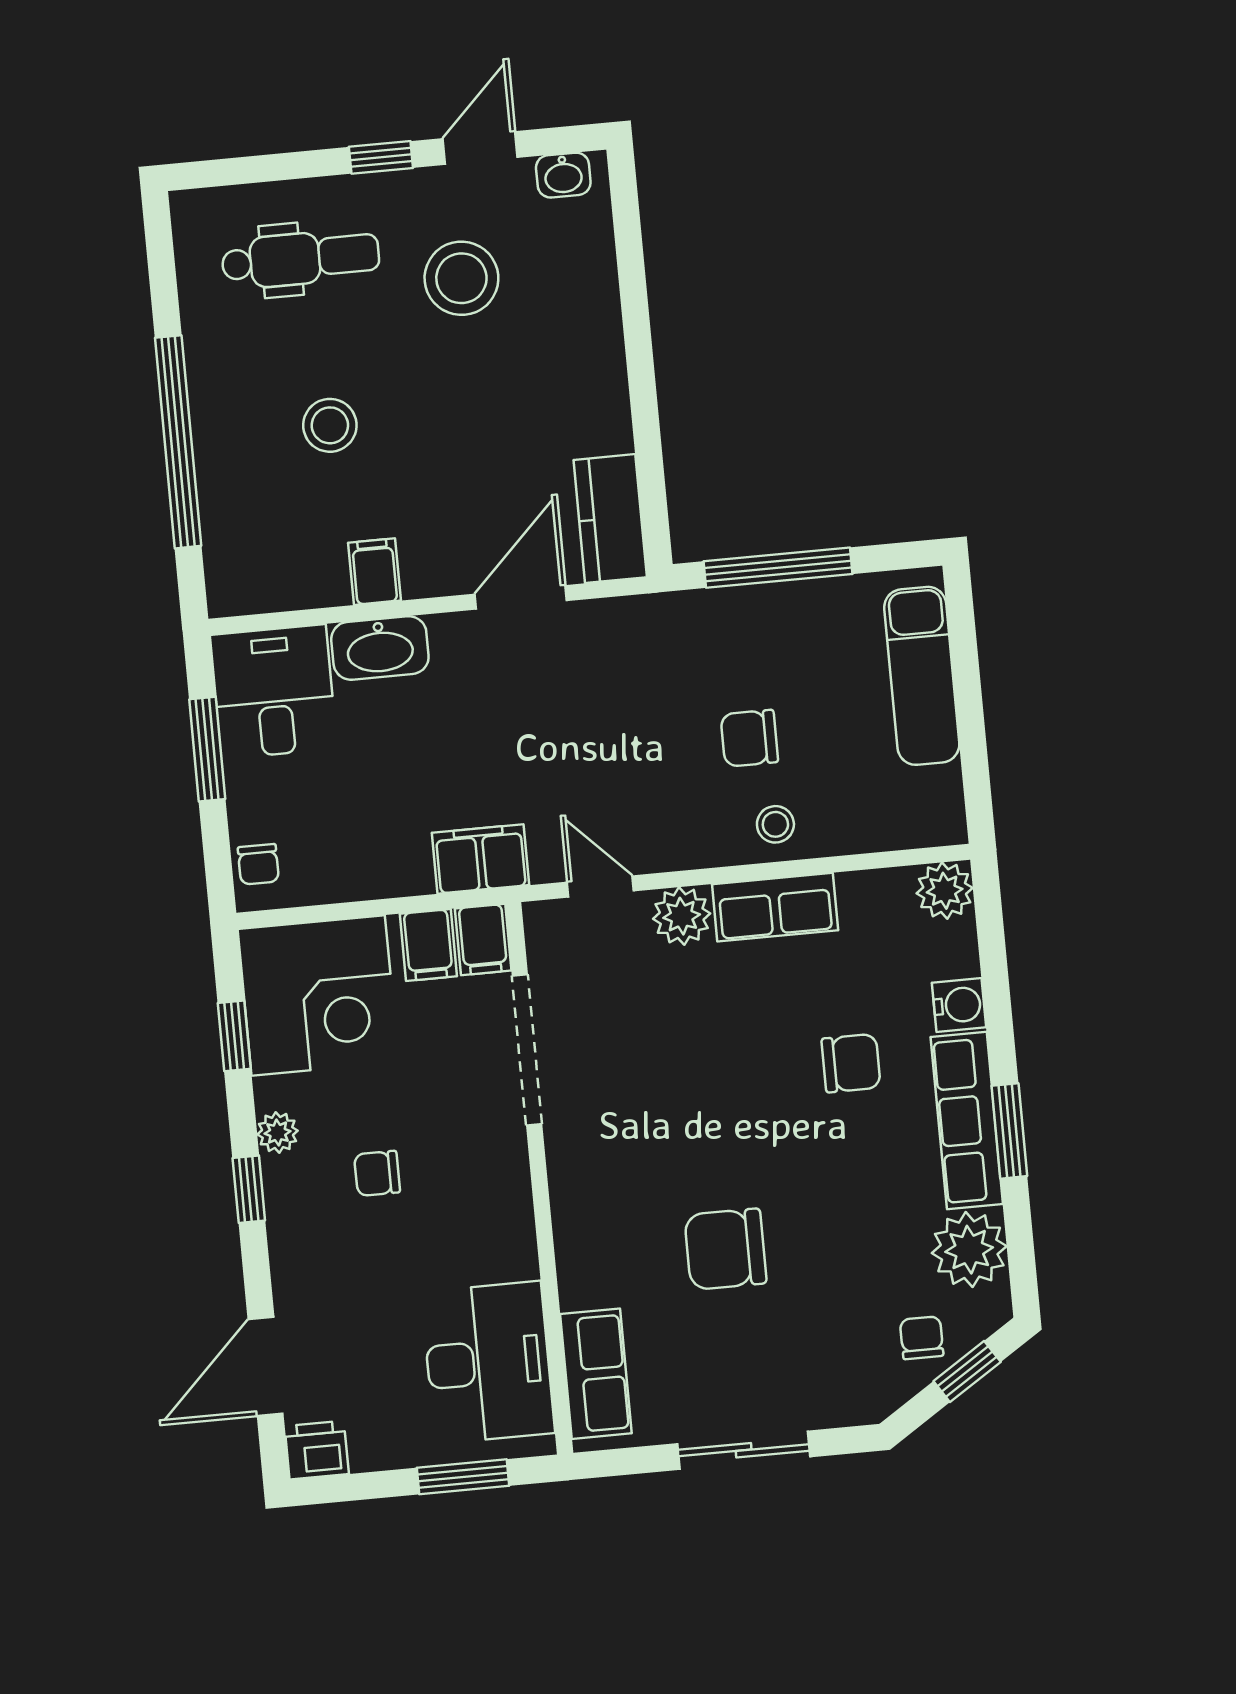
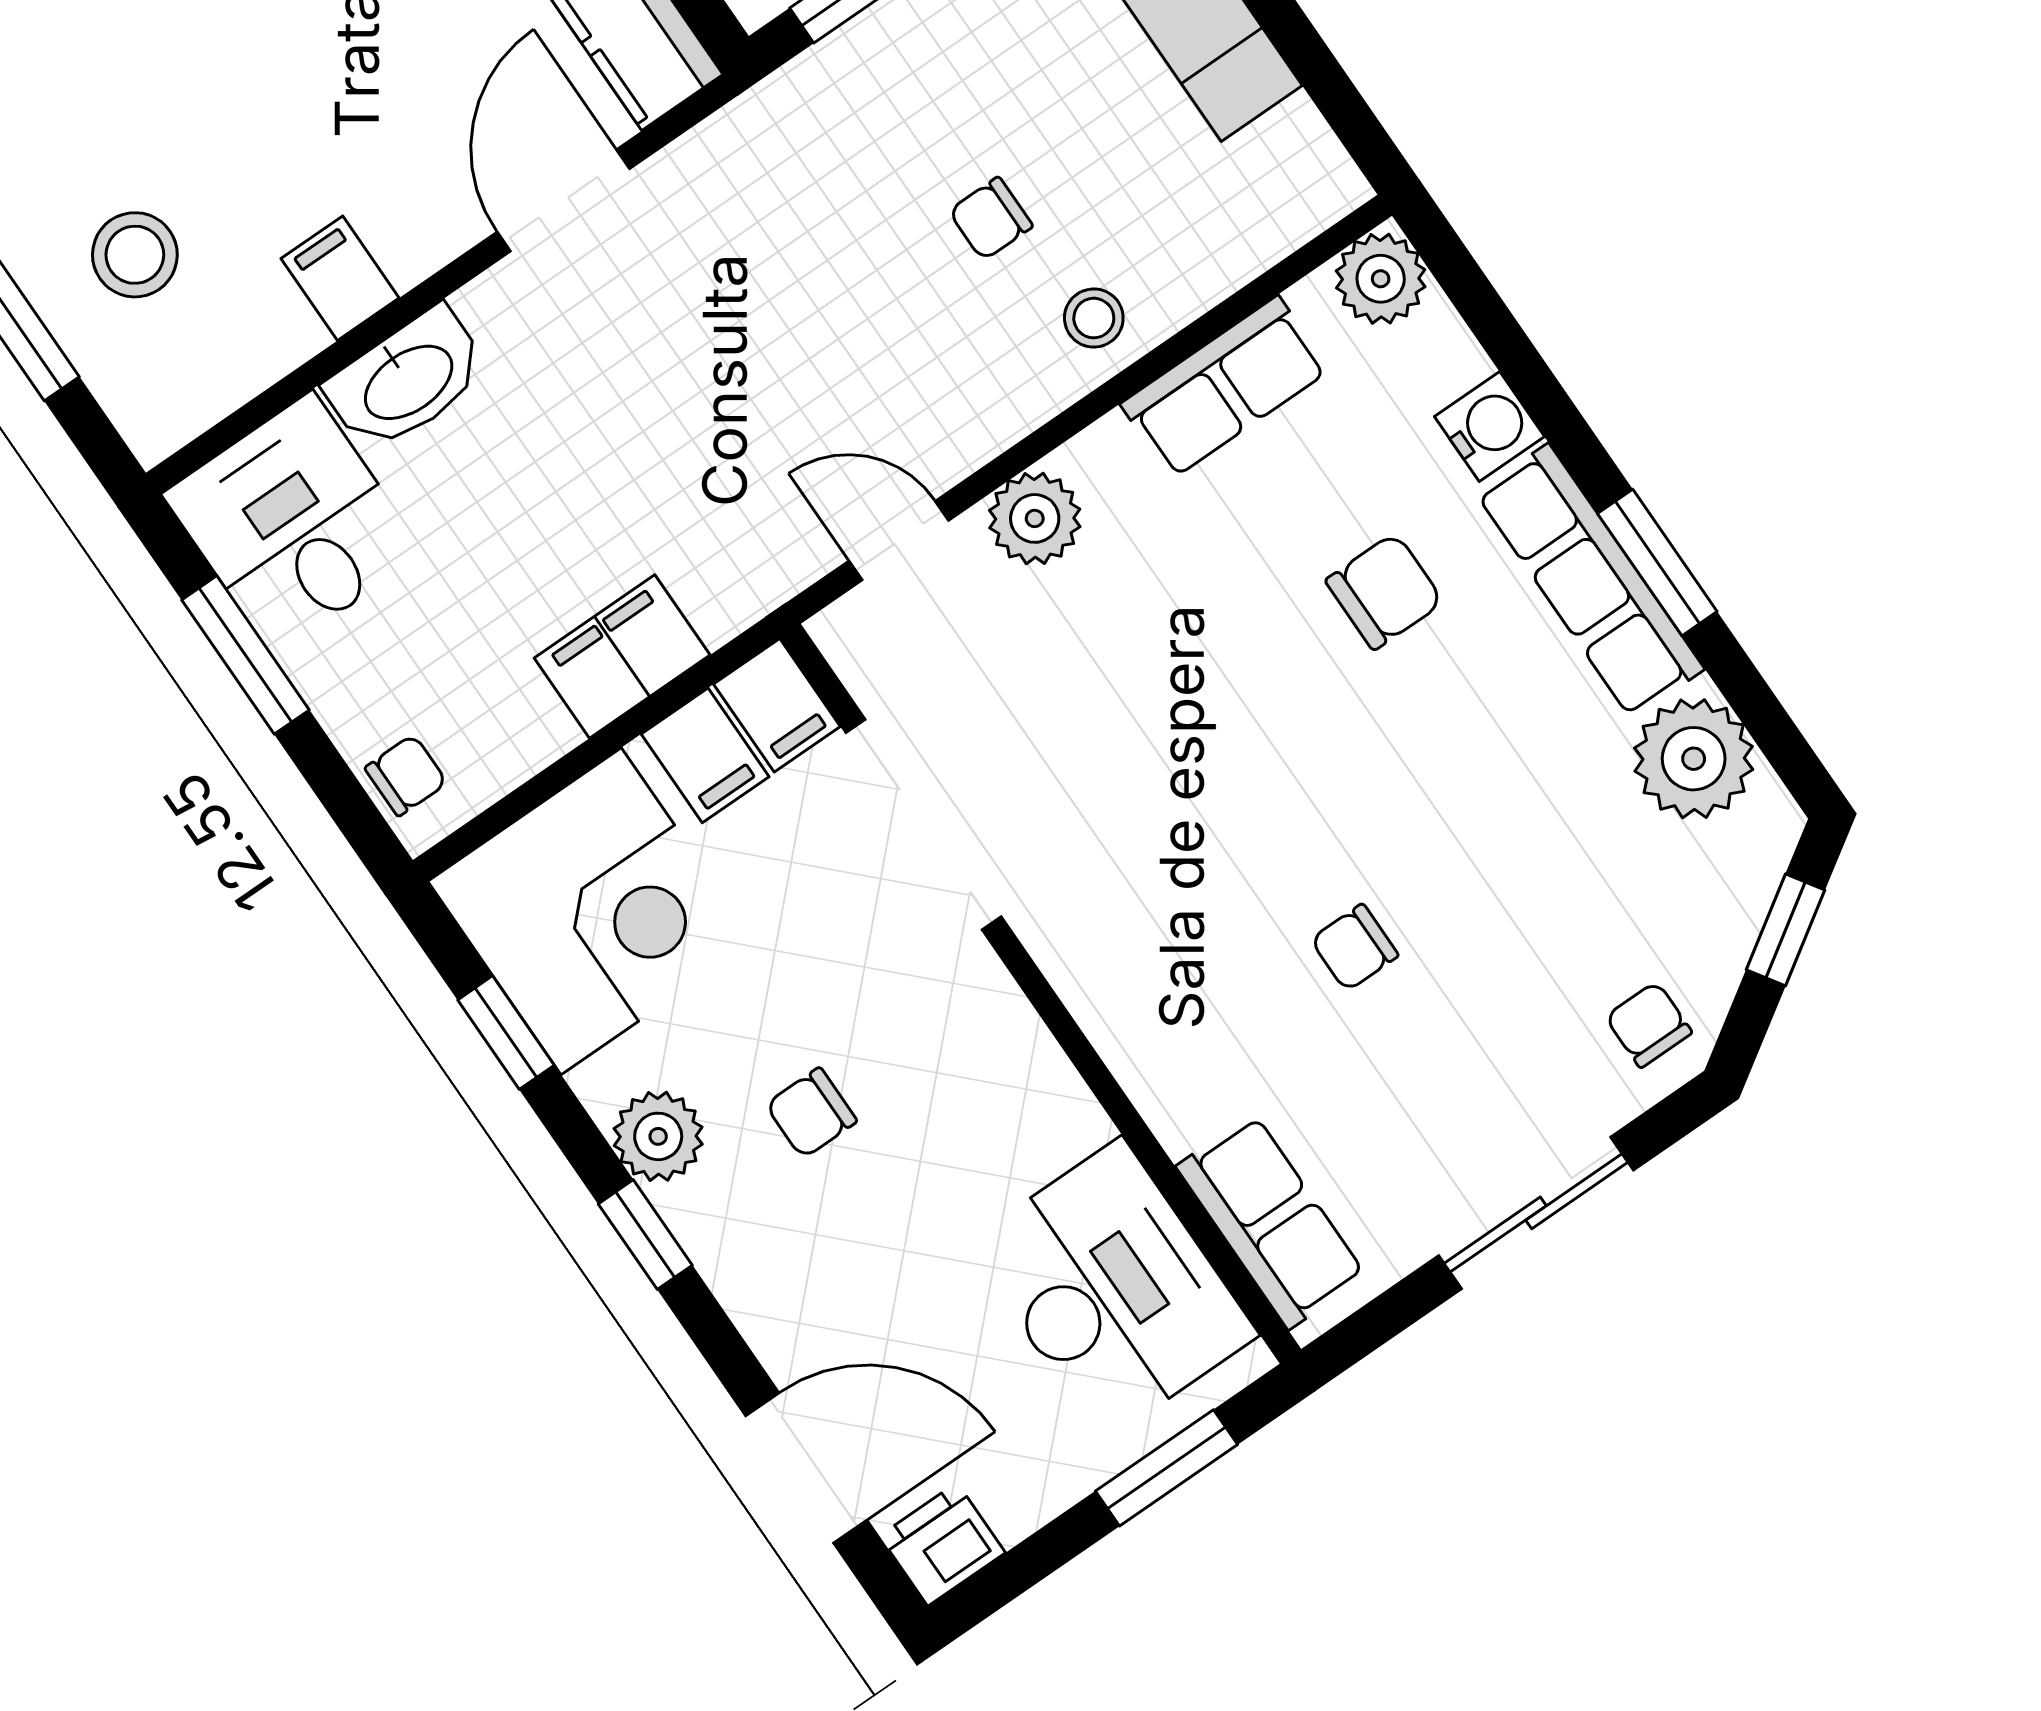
stool: (330, 425) -> (135, 255), moved
chair: (749, 738) -> (991, 219), width x0.73, depth x0.73
filing cabinet: (481, 859) -> (622, 656), moved
chair: (258, 864) -> (406, 775), turned -90
row of seats: (775, 907) -> (1225, 387), moved
plant: (278, 1132) -> (658, 1136), width x1.38, depth x1.38
chair: (725, 1249) -> (1354, 947), width x0.54, depth x0.54
chair: (922, 1338) -> (1649, 1025), moved
door: (266, 1366) -> (806, 1468), swing flipped

